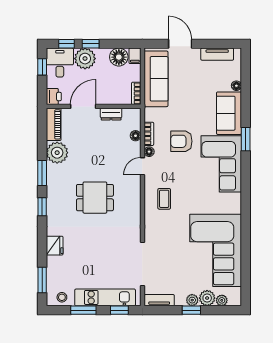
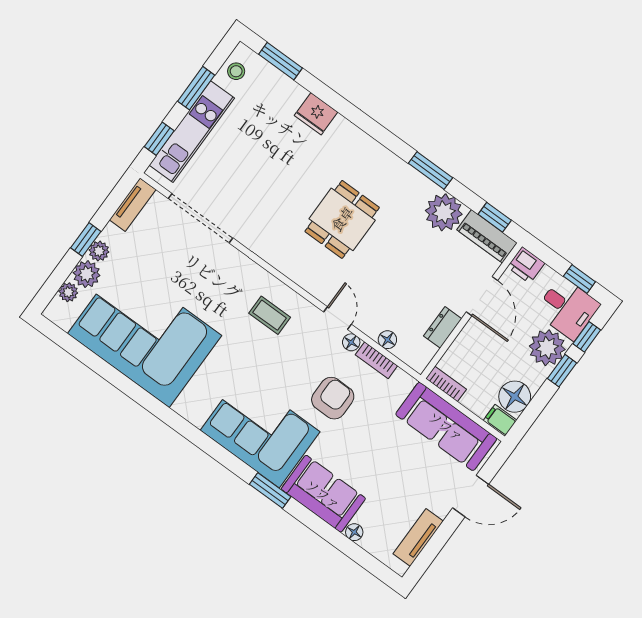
window: (42, 207) -> (495, 217), moved

